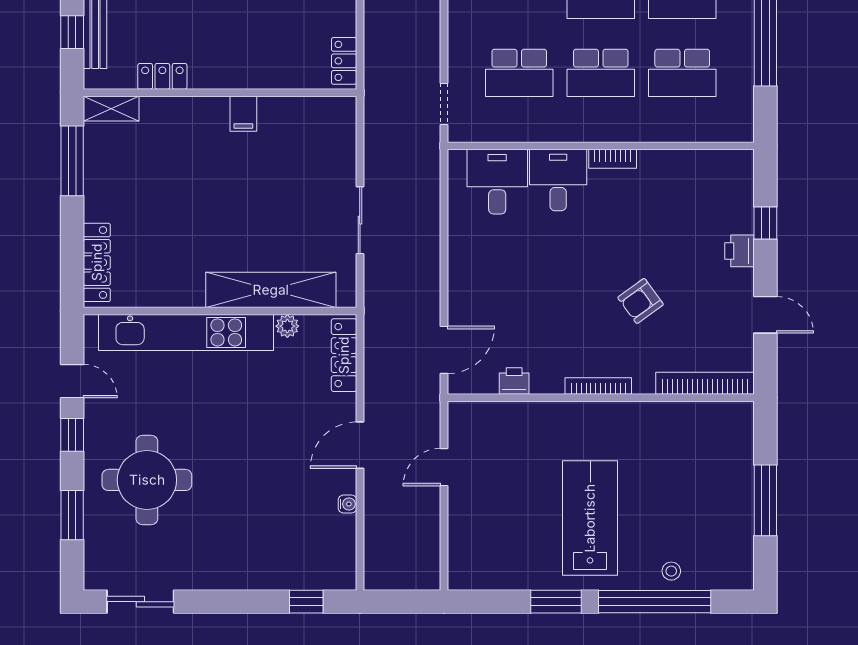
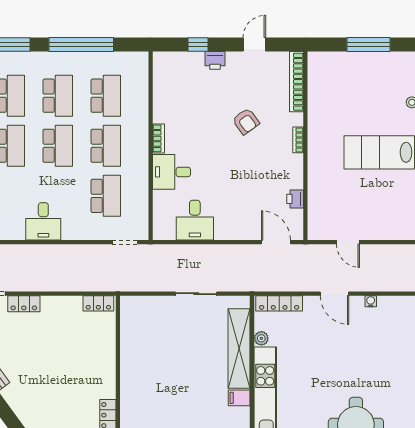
filing cabinet: (243, 114) -> (239, 398), moved, turned 180
desk: (497, 182) -> (195, 220), moved, turned -90
bookcase: (598, 386) -> (298, 140), width x0.64

